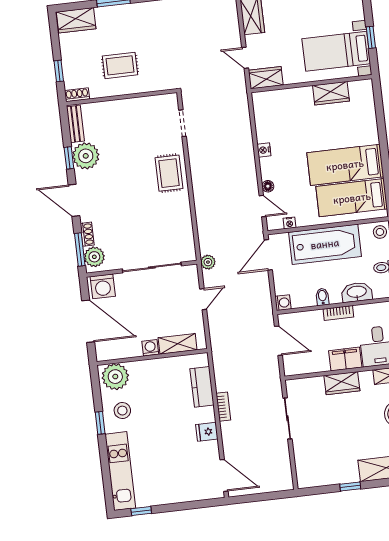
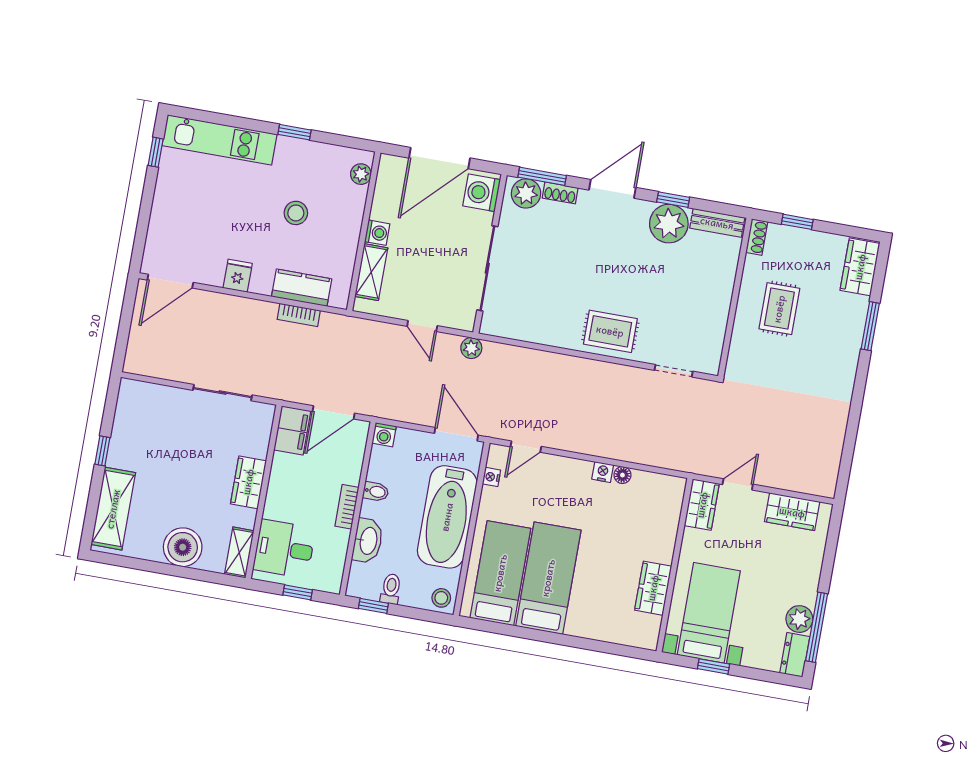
floor lamp: (268, 186) -> (622, 475), moved
filing cabinet: (345, 359) -> (292, 430), moved
plant: (115, 377) -> (361, 174), width x0.53, depth x0.53
bookcase: (223, 407) -> (299, 315), moved
stool: (122, 411) -> (296, 213), moved

